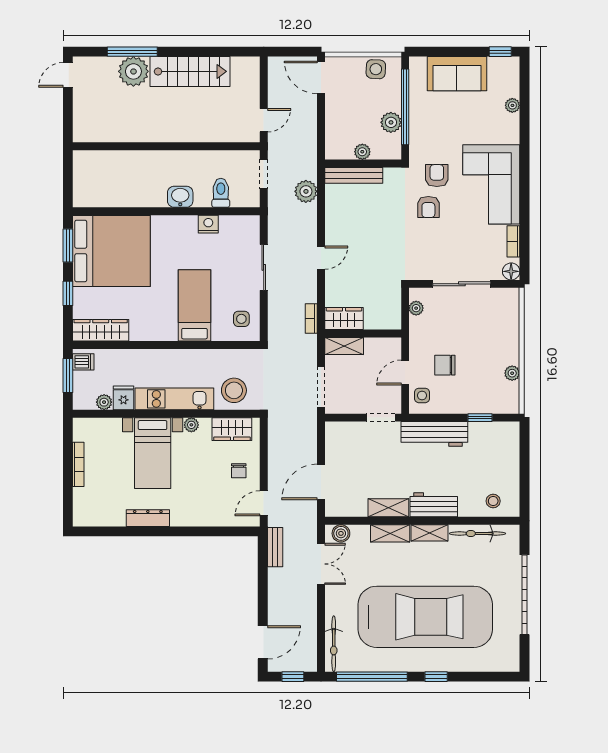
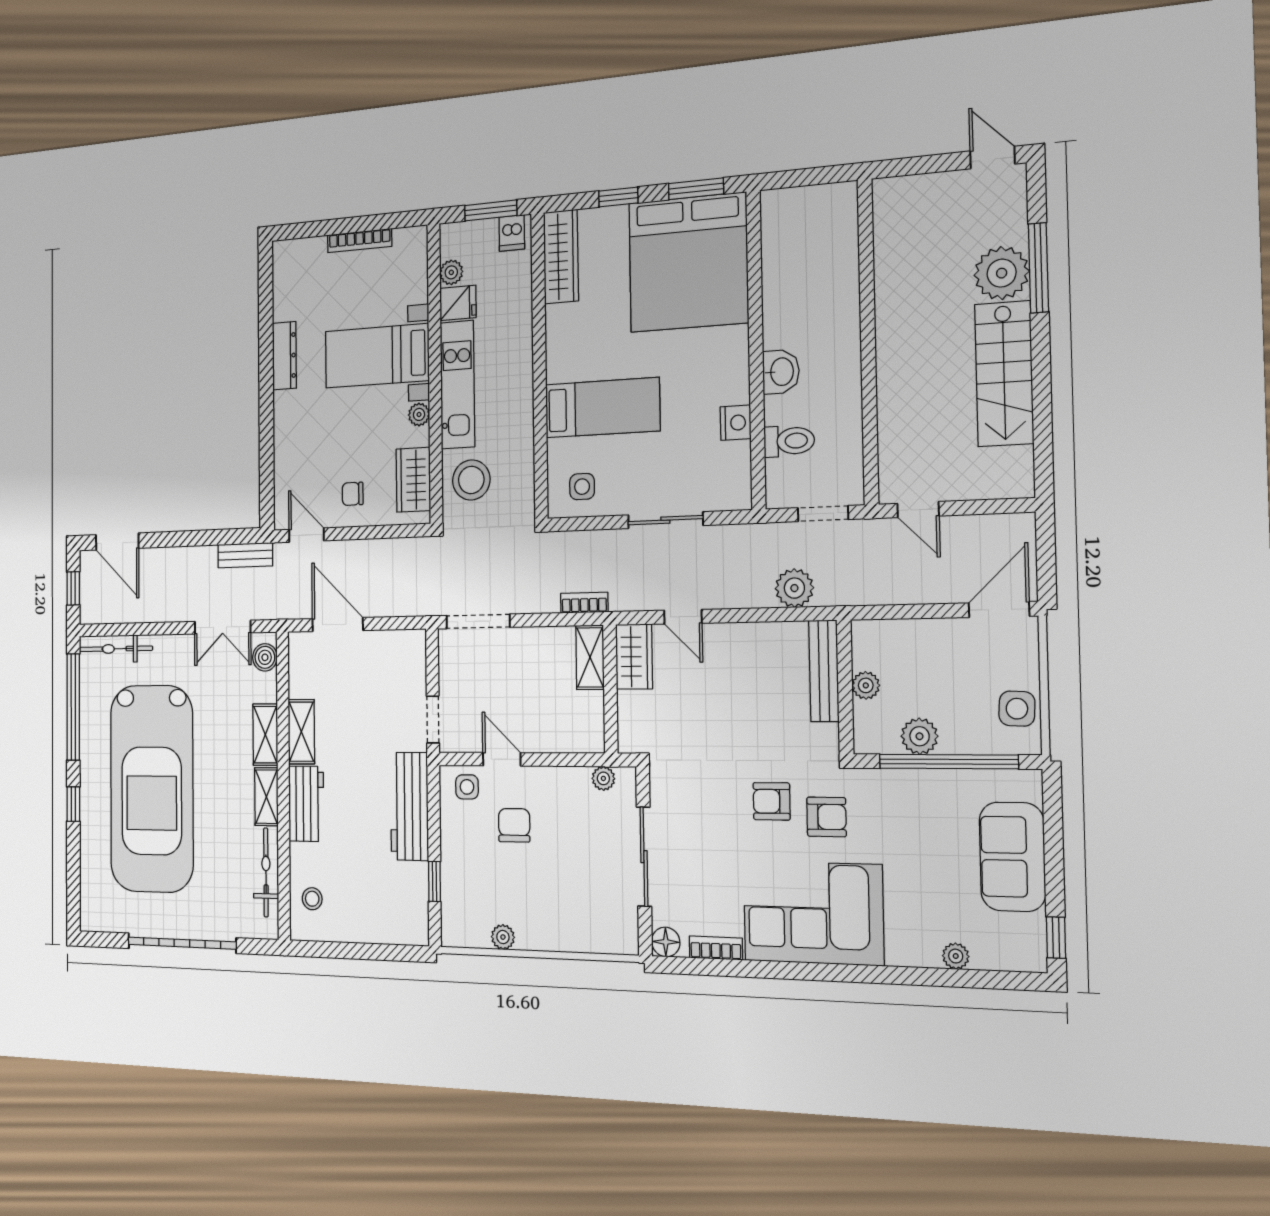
wardrobe: (344, 319) -> (634, 657), moved
wall: (363, 334) -> (610, 689), moved
shelving: (344, 346) -> (590, 657), moved

